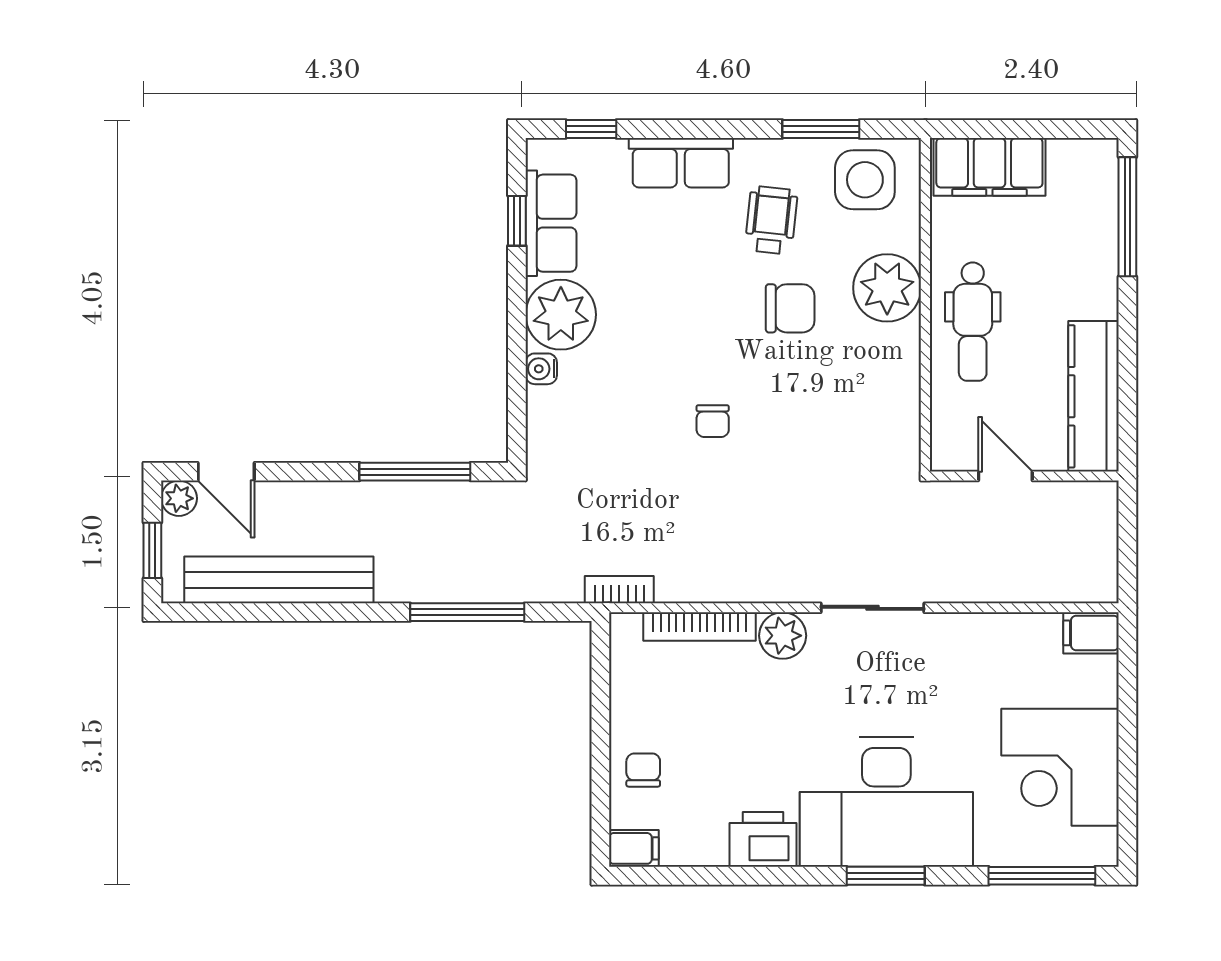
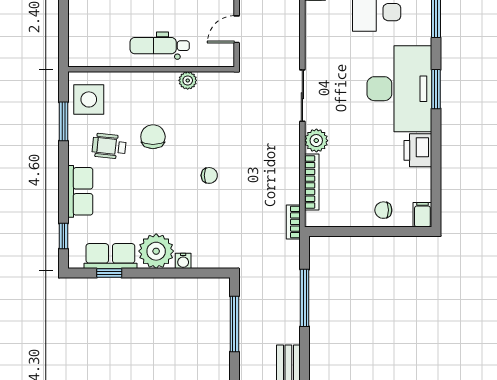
filing cabinet: (989, 167) -> (82, 37), removed
plant: (887, 288) -> (188, 80), moved, width x0.53, depth x0.53
dental chair: (973, 322) -> (160, 46), turned 180

